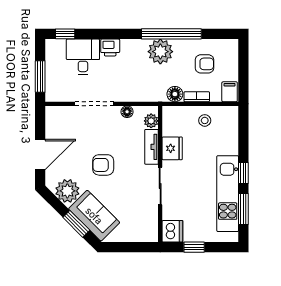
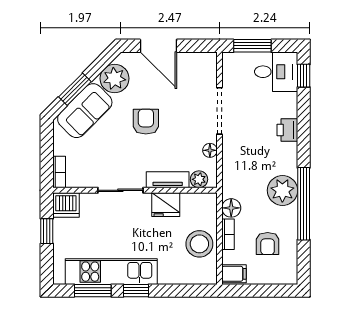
desk: (83, 57) -> (276, 72), moved
stool: (205, 120) -> (199, 244), width x1.89, depth x1.89
bookcase: (145, 237) -> (59, 172), added

